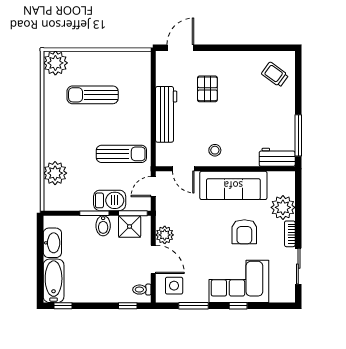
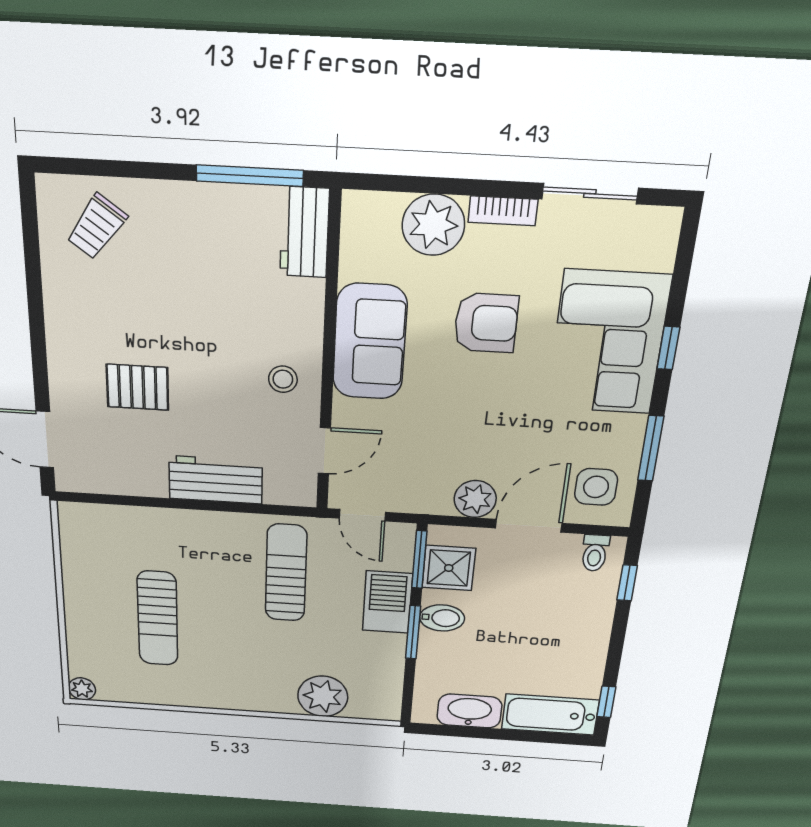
plant: (55, 63) -> (82, 689), width x0.53, depth x0.53
workbench: (166, 114) -> (216, 480), width x0.73
sofa: (233, 185) -> (370, 342), width x0.73

